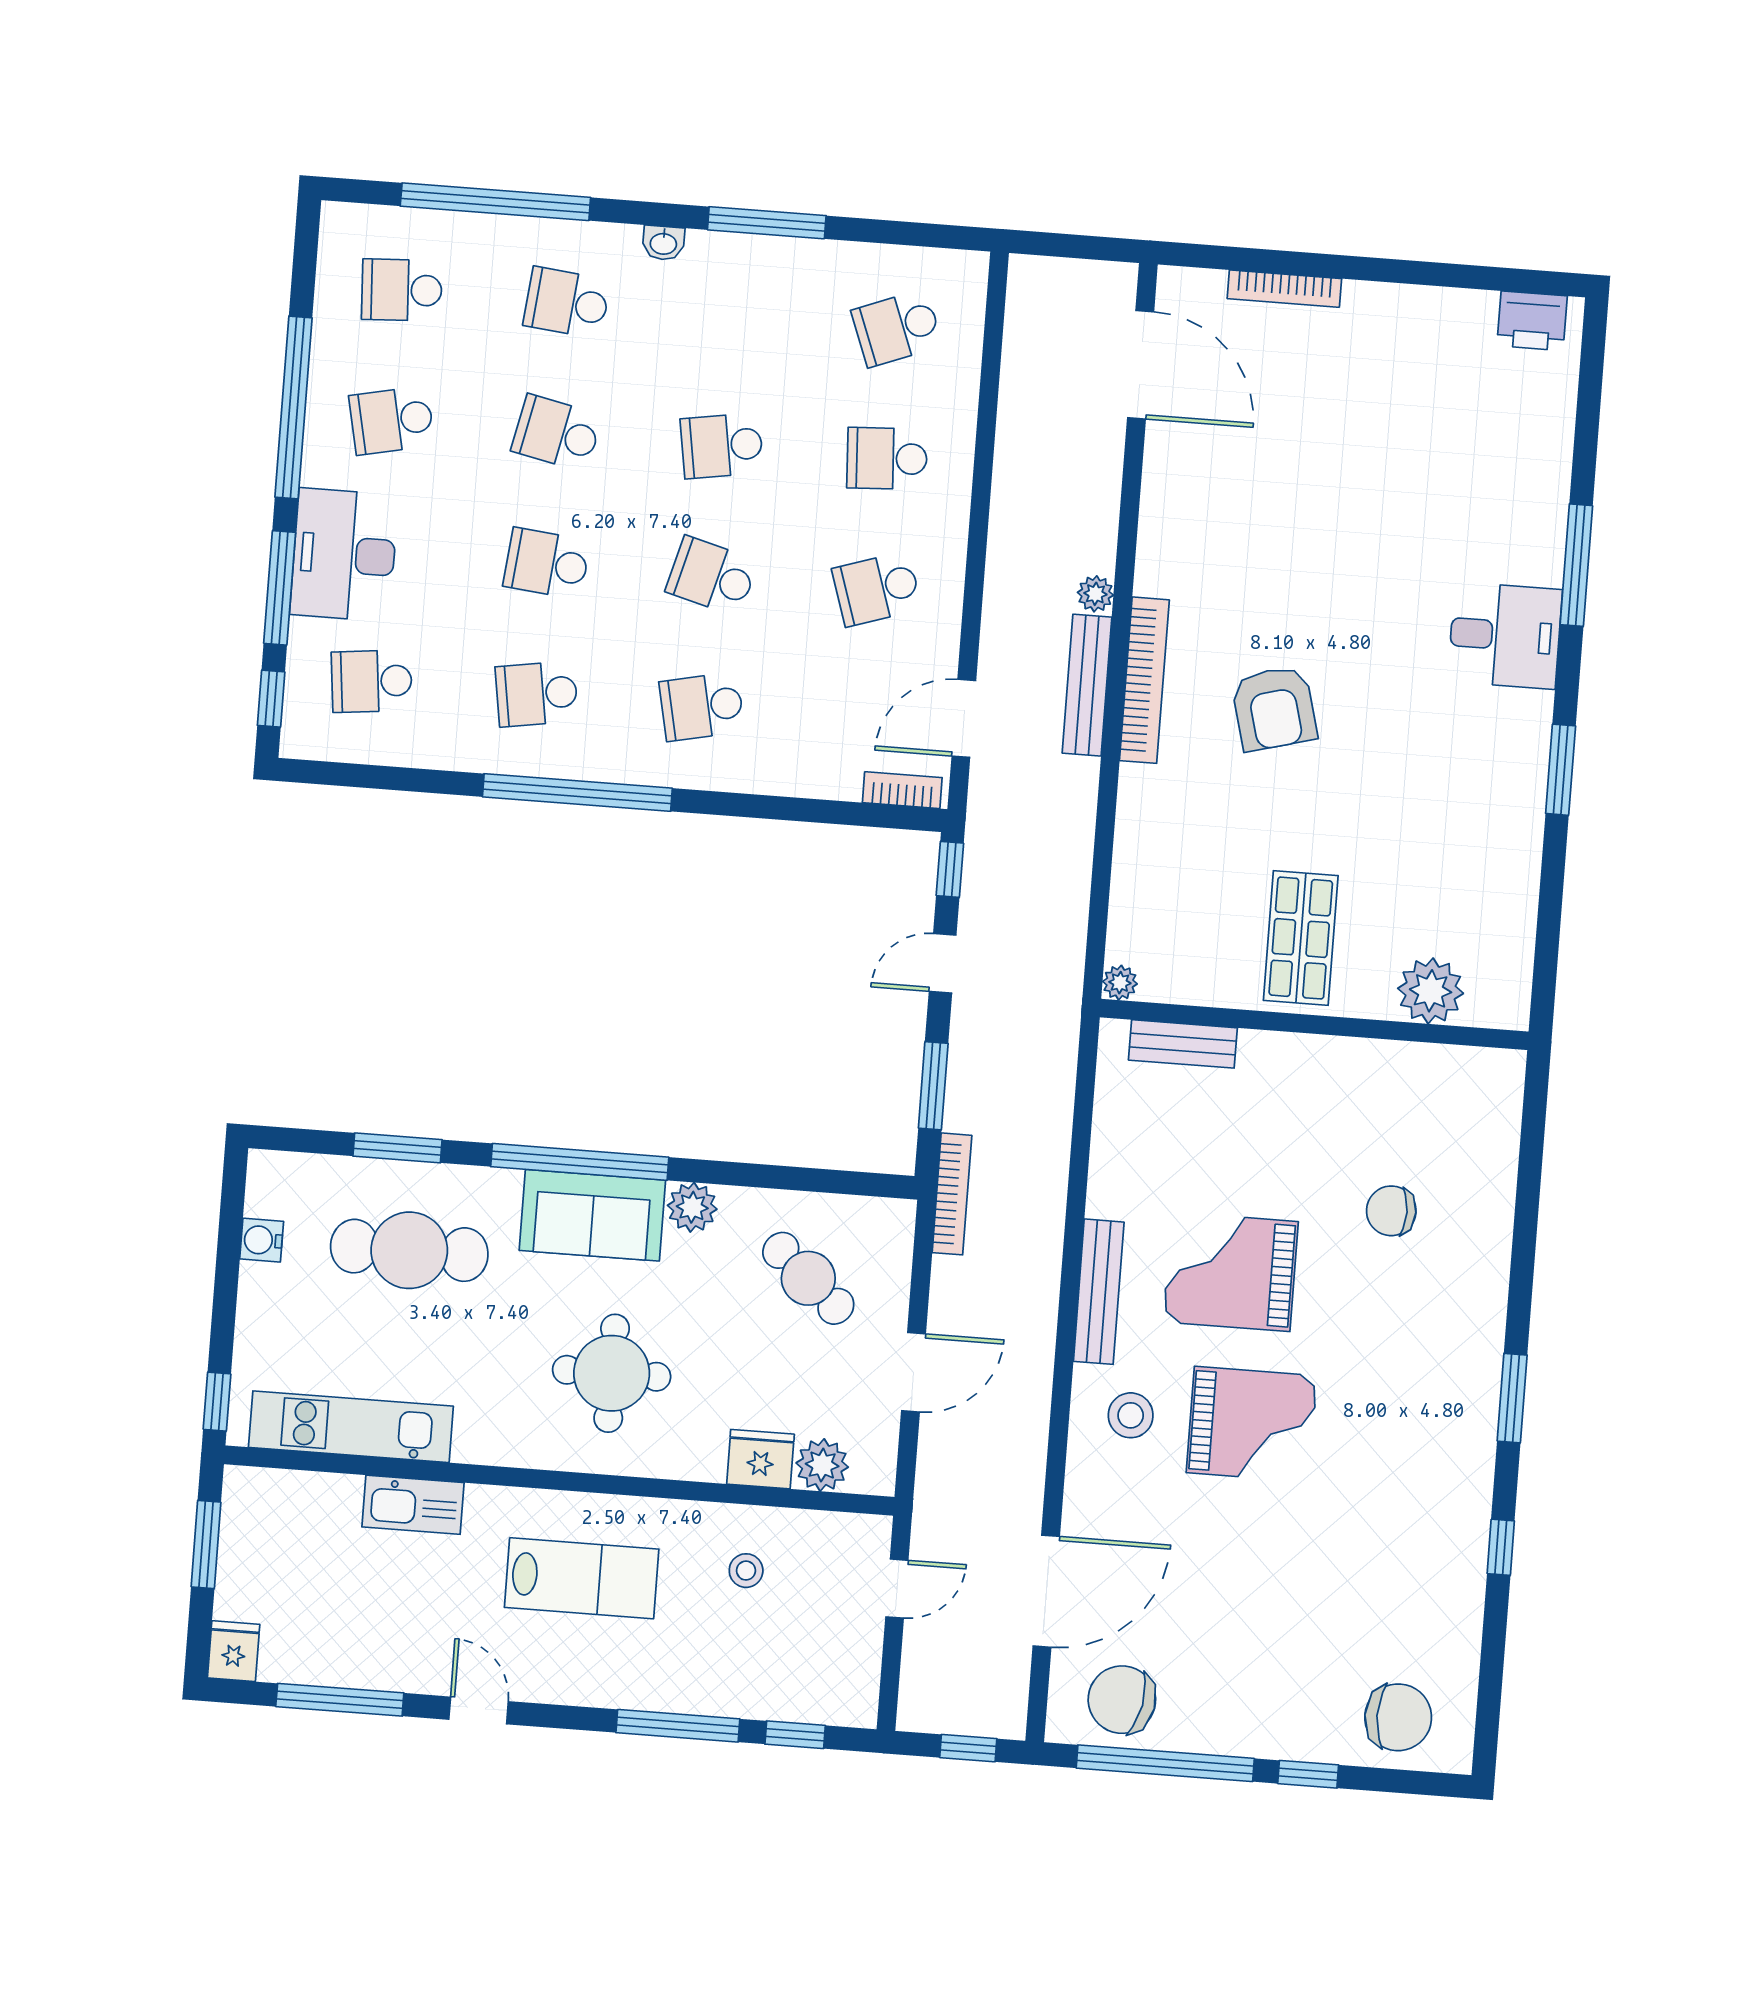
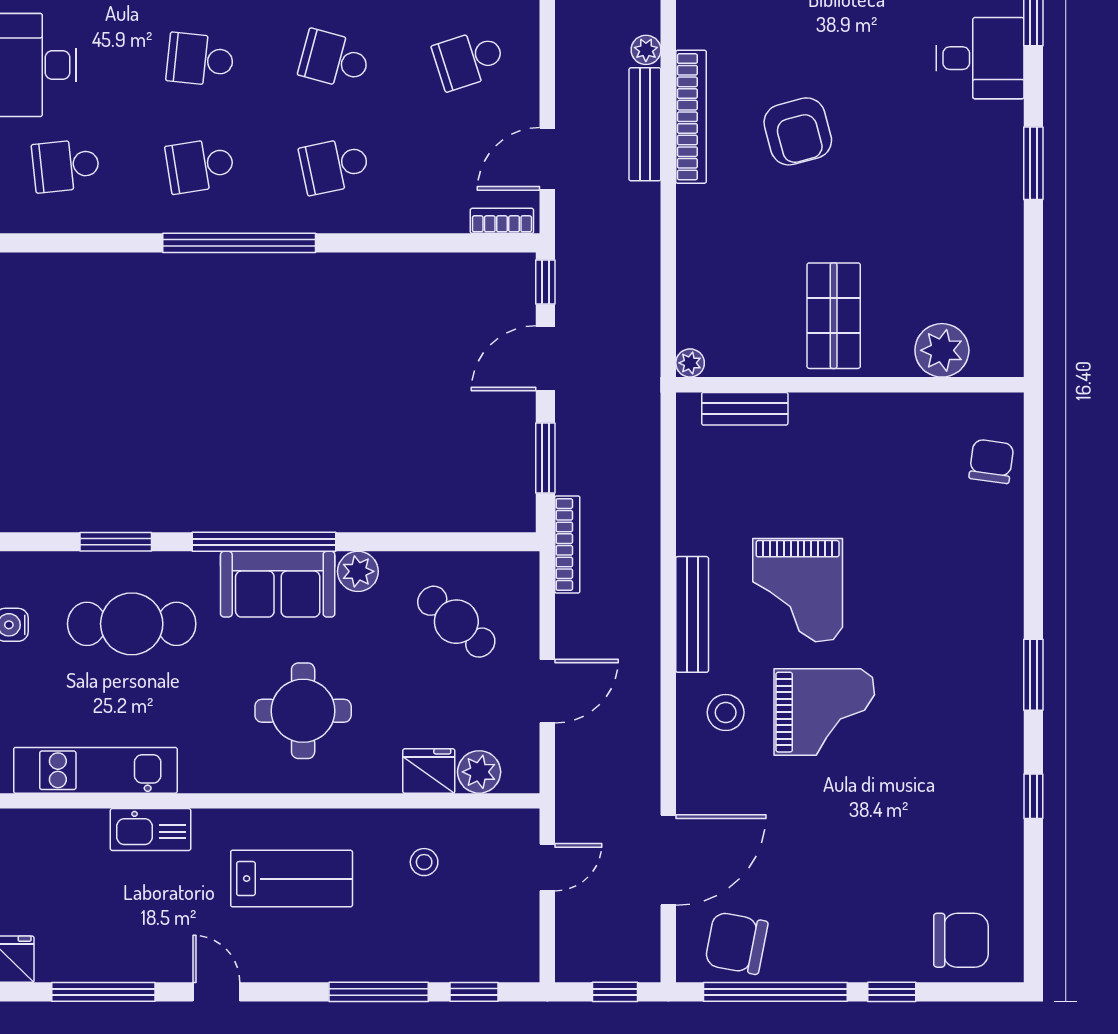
door: (943, 963) -> (545, 358), width x1.38
chair: (1391, 1211) -> (991, 461), moved, turned 98
grand piano: (1231, 1272) -> (798, 590), turned -90

